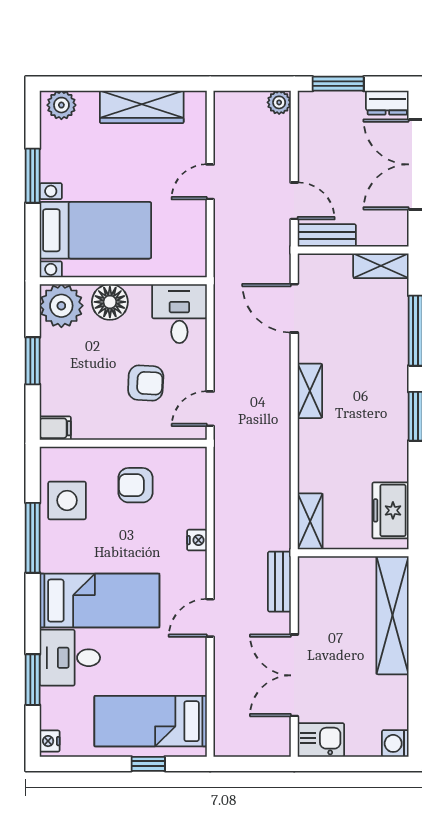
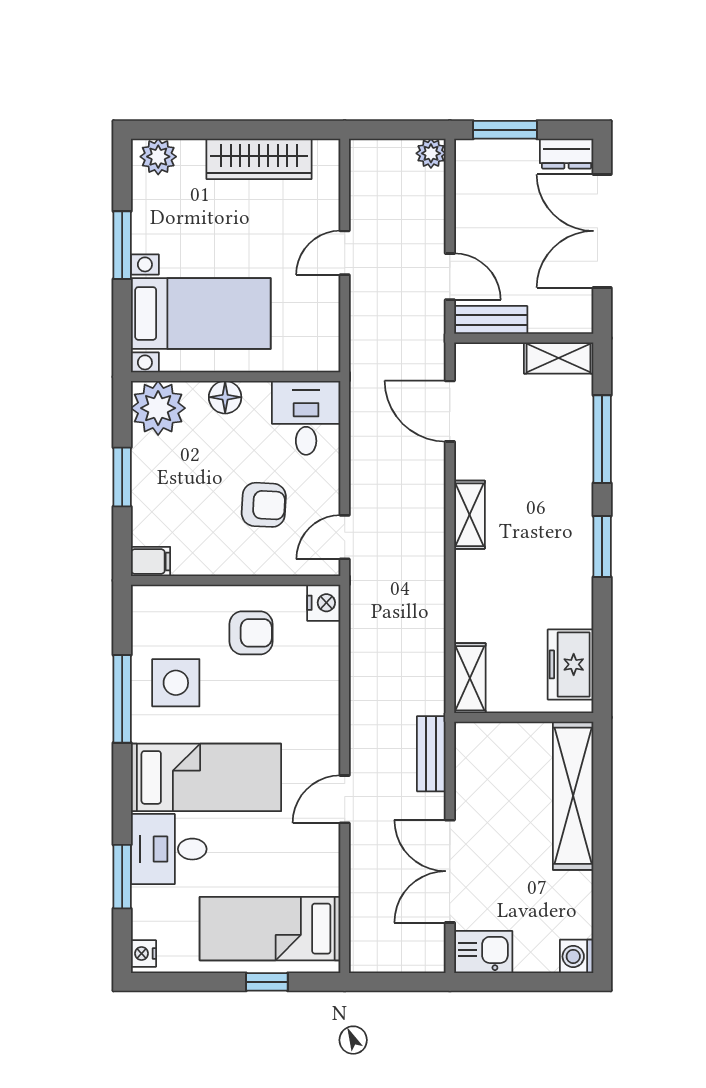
floor lamp: (110, 302) -> (225, 397), width x0.73, depth x0.73
armchair: (135, 485) -> (251, 633), turned 180
side table: (67, 500) -> (176, 683), moved
nightstand: (197, 540) -> (324, 603), moved, width x1.39, depth x1.35

